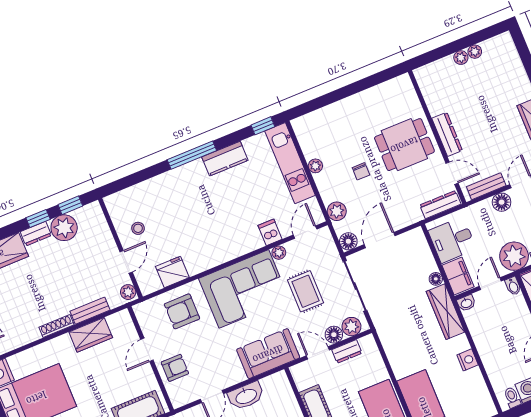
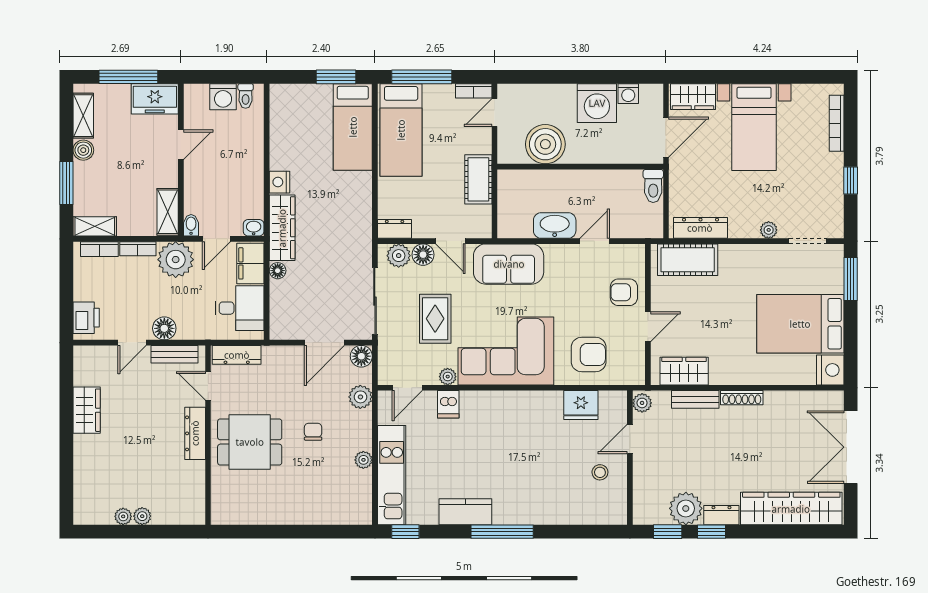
wardrobe: (91, 335) -> (684, 371), moved
dresser: (347, 351) -> (395, 229), moved
nightstand: (468, 360) -> (279, 182), moved

